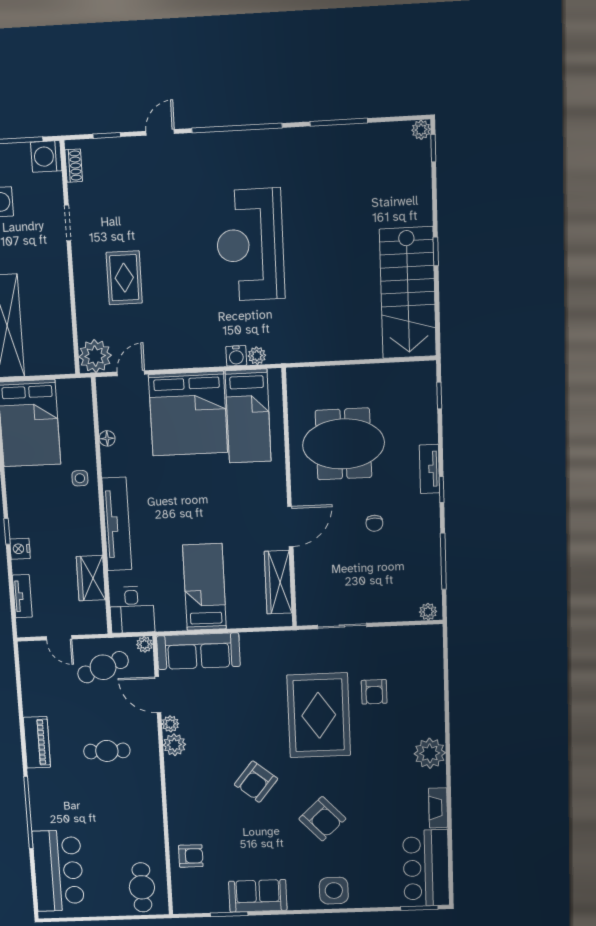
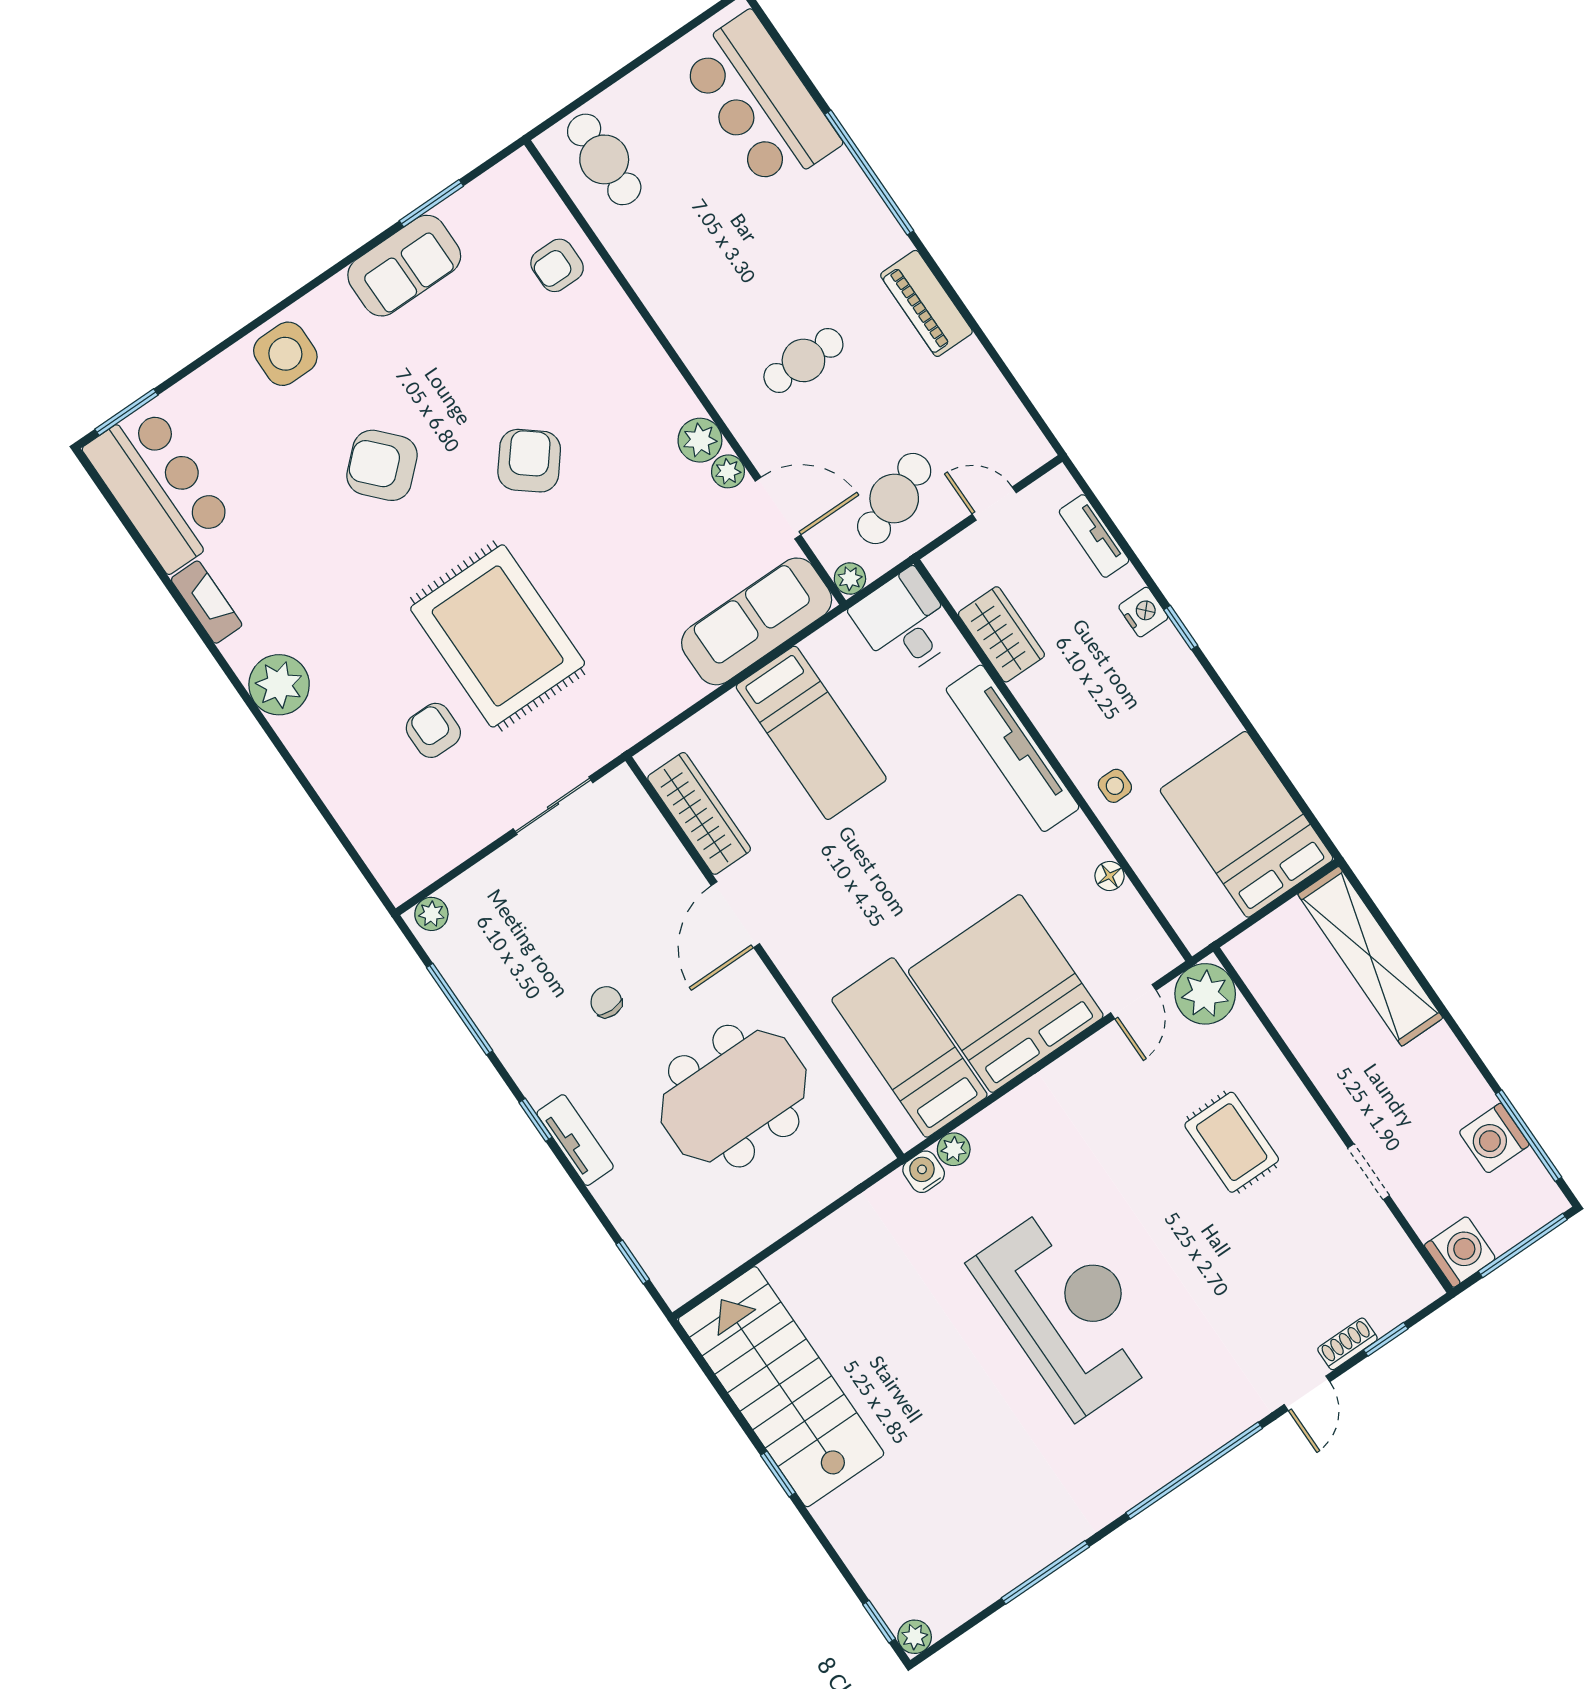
shoe rack: (74, 166) -> (1347, 1344), moved, turned 90
water cooler: (236, 356) -> (924, 1172), moved

